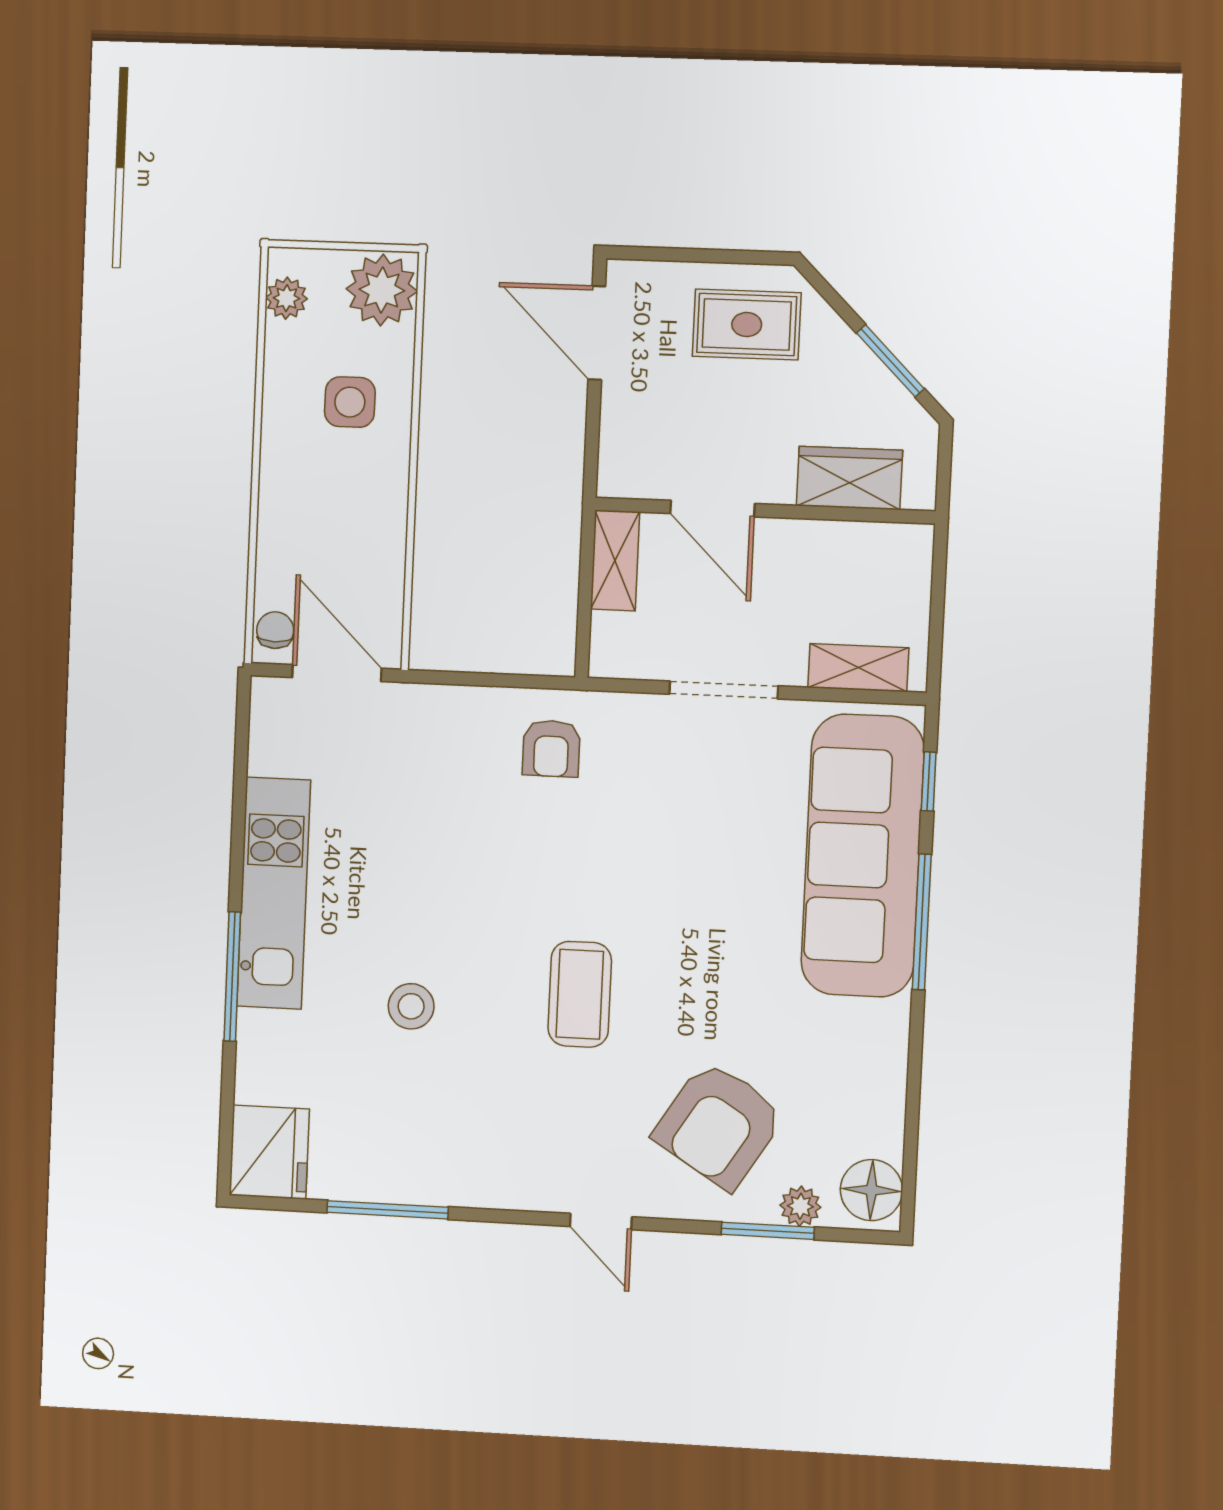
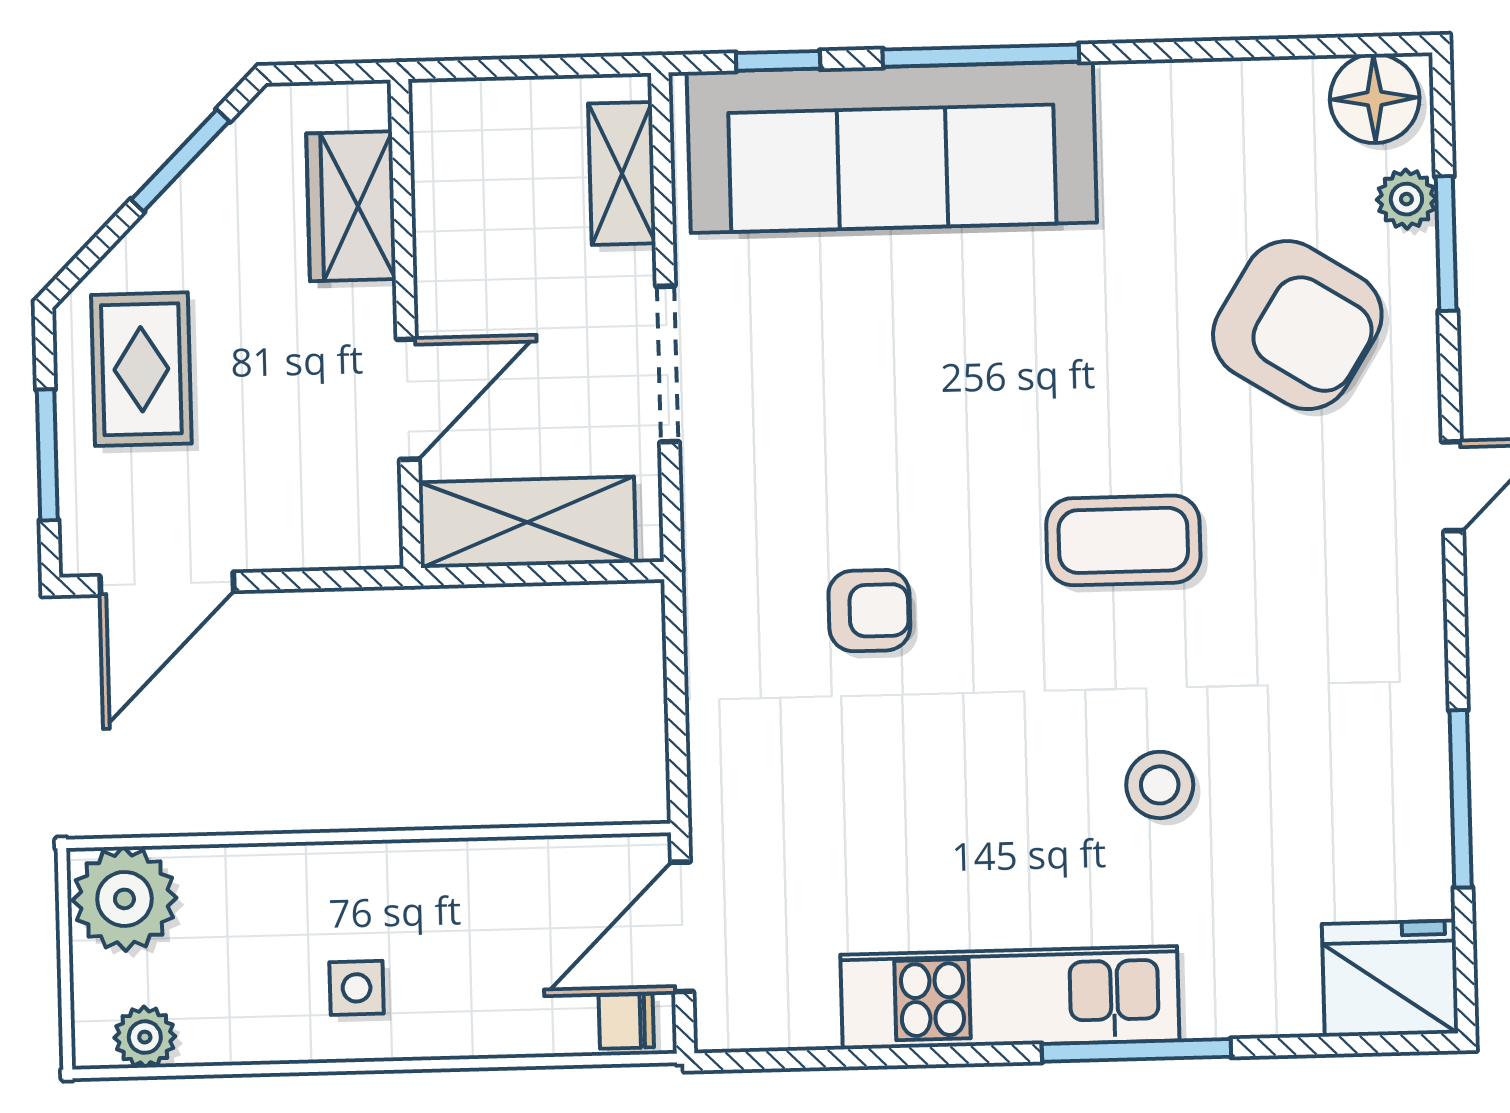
window: (692, 255) -> (47, 455), added
side table: (350, 402) -> (357, 988), moved, width x0.73, depth x0.73
shelving: (615, 560) -> (527, 522), width x1.50, depth x1.33
armchair: (551, 748) -> (869, 611), moved

